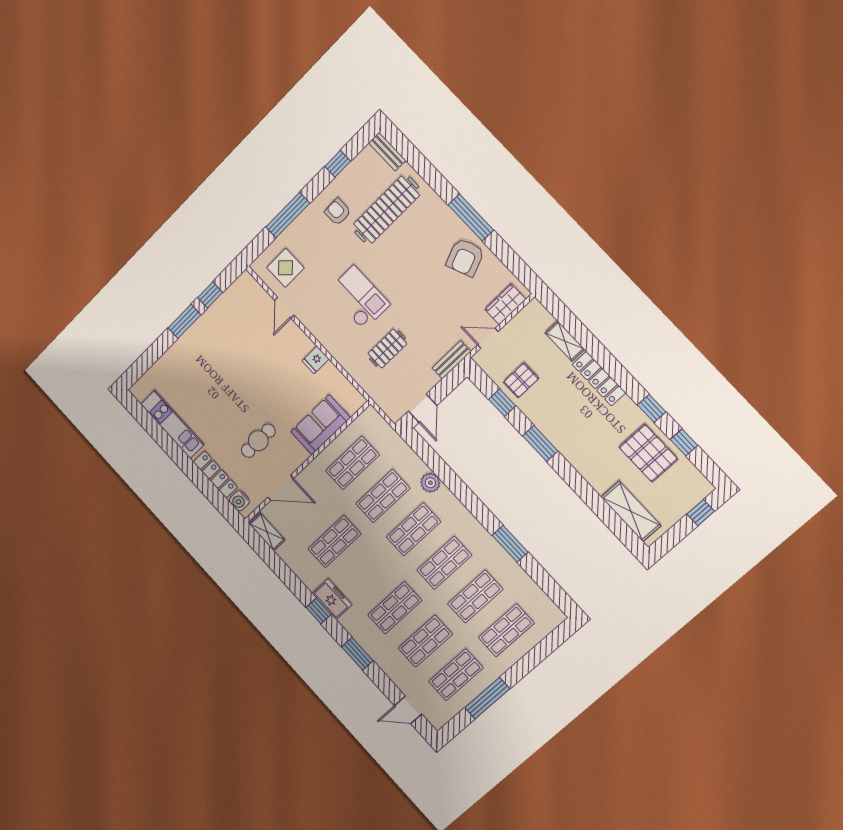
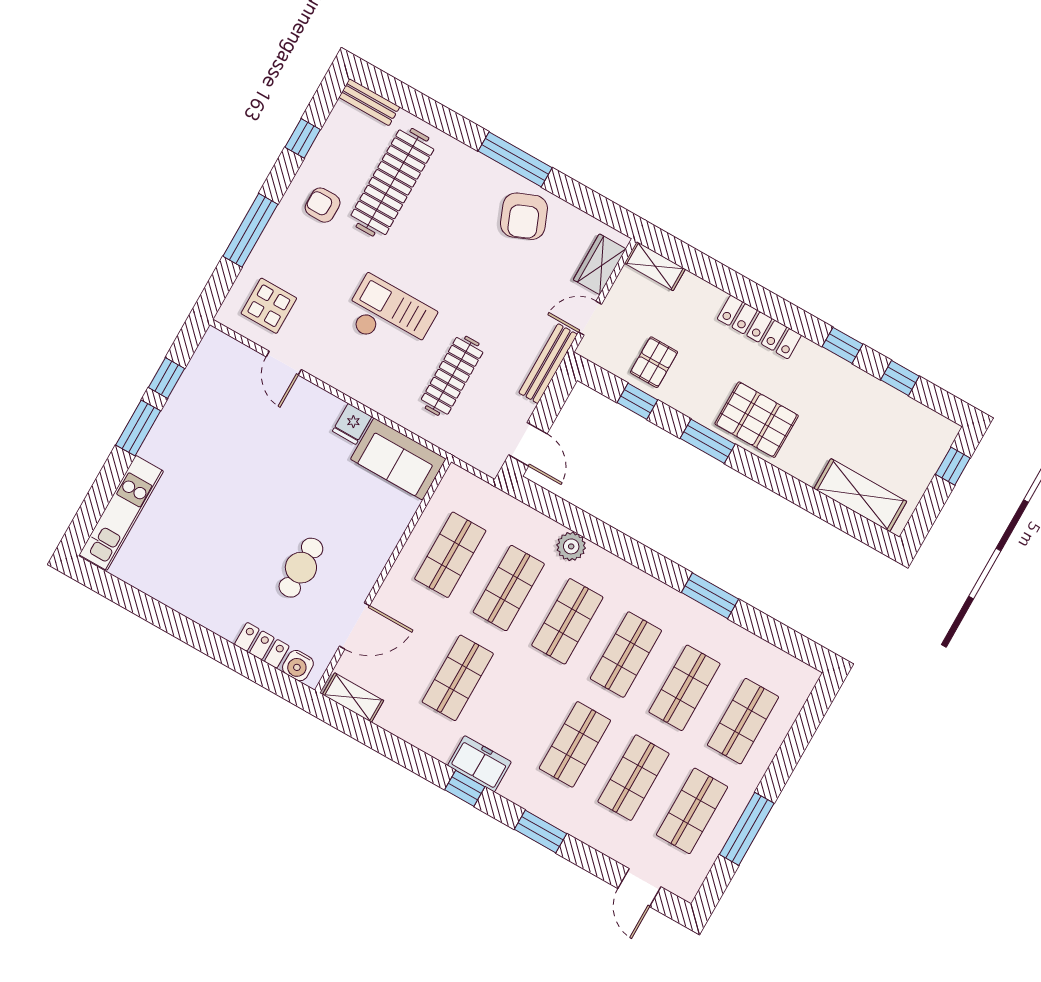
shelving: (565, 341) -> (655, 266), moved
clothes rail: (387, 349) -> (452, 376), width x1.36
bench: (451, 360) -> (548, 364), width x1.36
kitchen unit: (172, 424) -> (121, 513), moved, turned 90
sofa: (320, 425) -> (398, 459), moved, turned -90
pallet: (648, 453) -> (757, 420), moved
locker: (215, 475) -> (262, 645), width x0.66
door: (408, 710) -> (639, 888), hinge flipped

